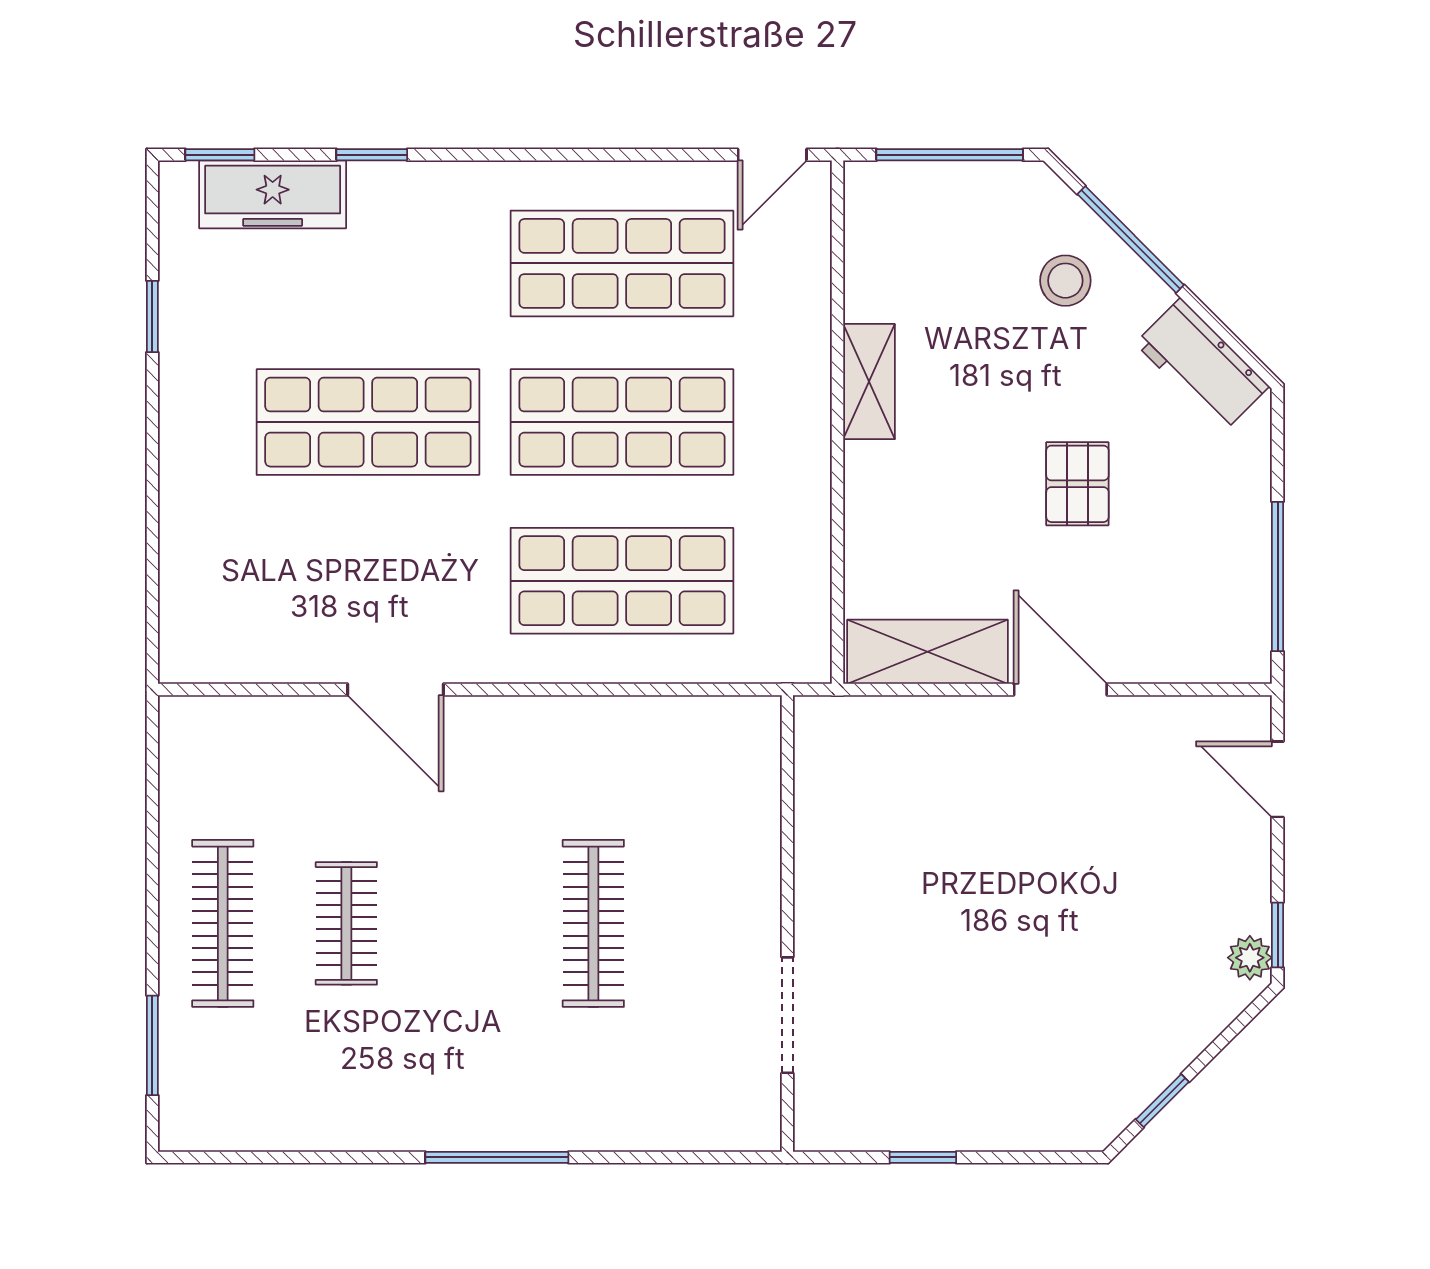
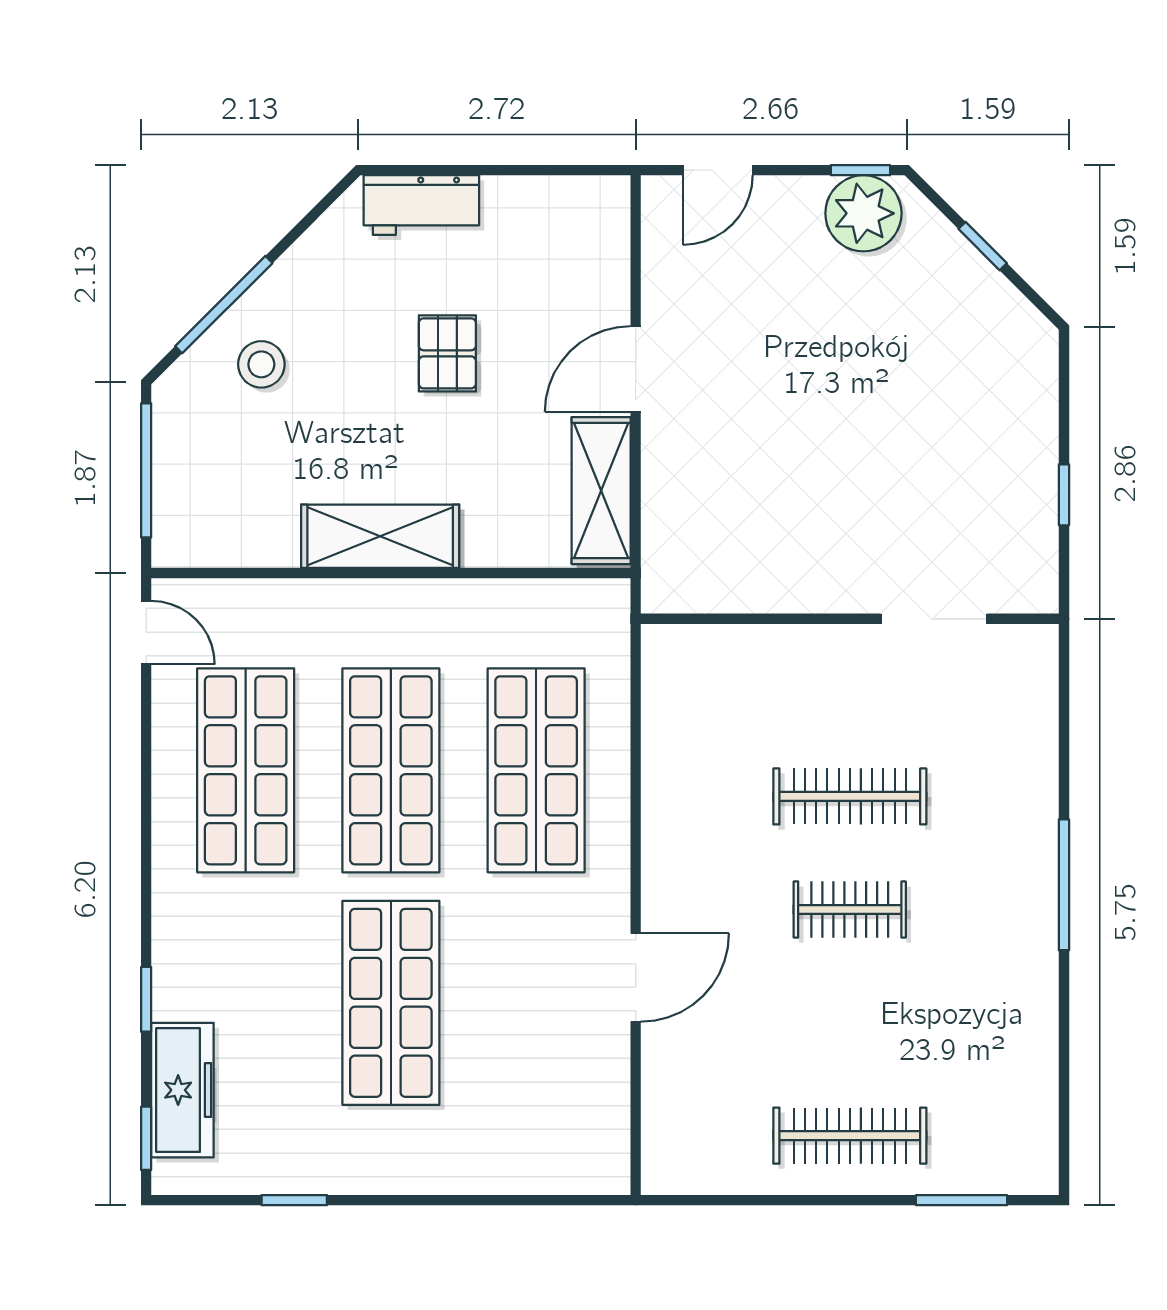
workbench: (1202, 365) -> (421, 205), moved, turned 45
shelving: (869, 382) -> (380, 536), width x1.50, depth x1.33
pallet: (1077, 484) -> (447, 353), turned 90
window: (1278, 577) -> (532, 170), removed
clothes rail: (346, 923) -> (850, 909), moved
plant: (1250, 958) -> (863, 213), width x1.88, depth x1.88
window: (1162, 1101) -> (983, 246), moved

